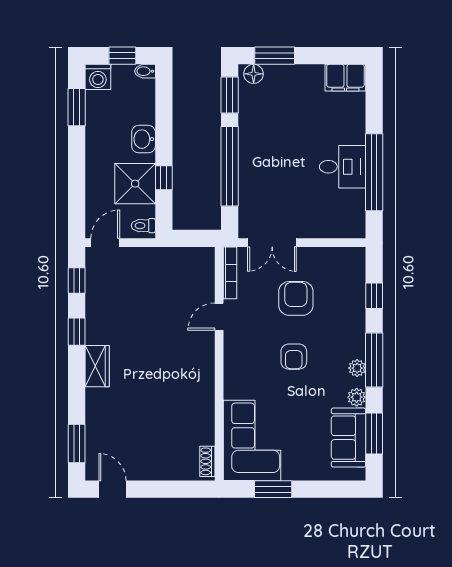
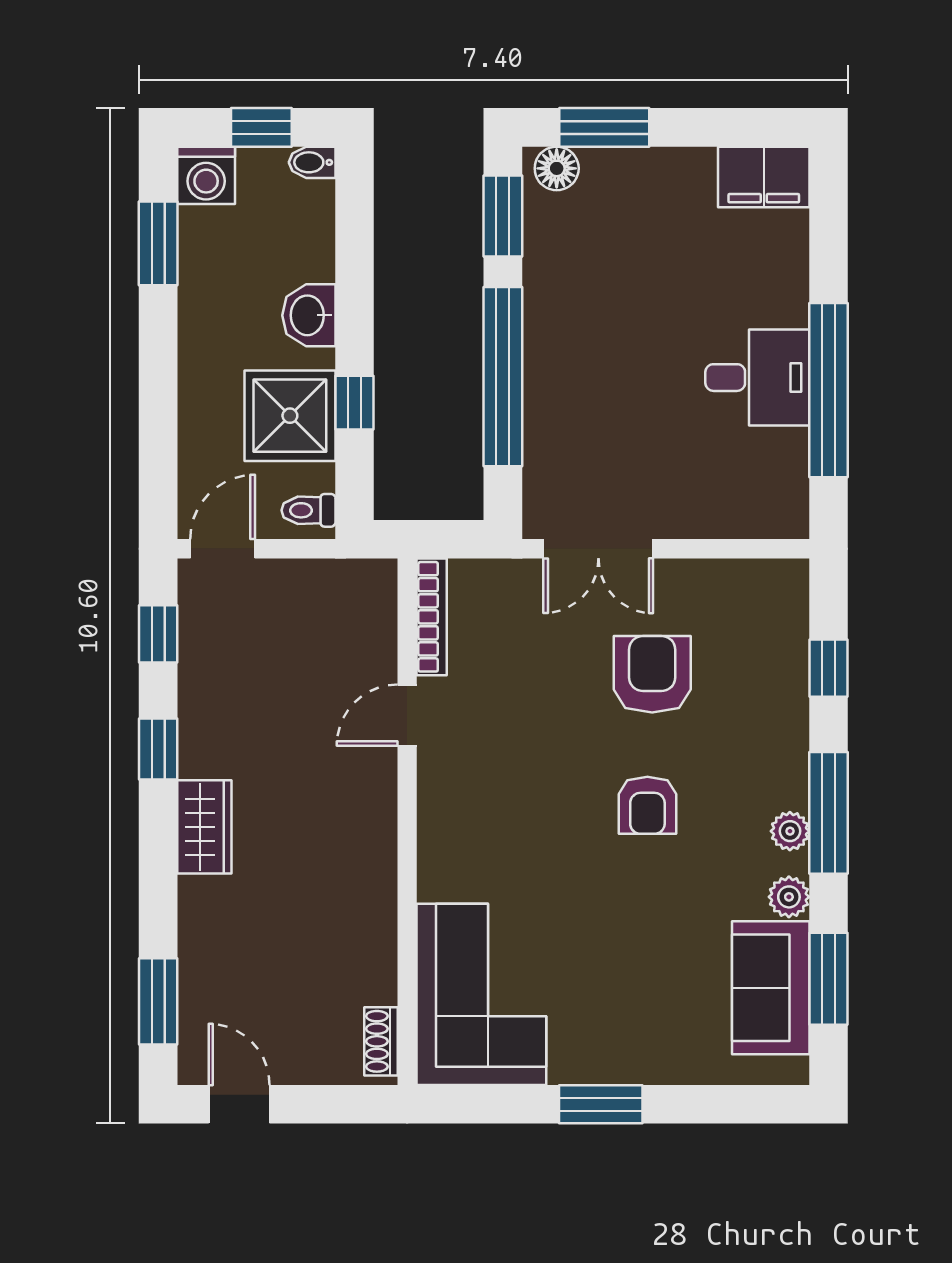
bookcase: (230, 273) -> (432, 617), moved
door: (219, 317) -> (407, 715), moved
wall: (219, 364) -> (407, 822), moved
corner sofa: (252, 440) -> (481, 994), moved
shoe rack: (207, 461) -> (381, 1041), moved

